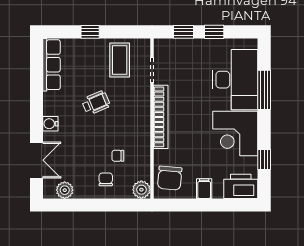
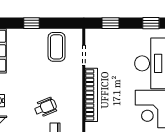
window: (214, 32) -> (151, 23), moved
wheelchair: (96, 103) -> (45, 107), moved

